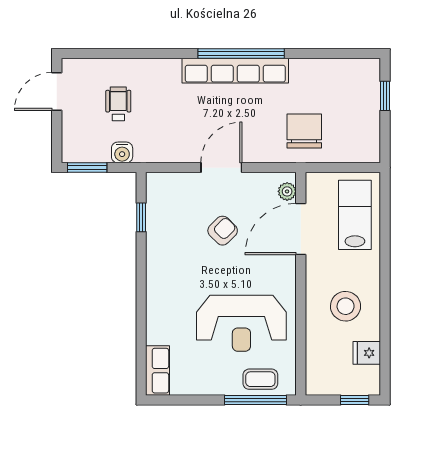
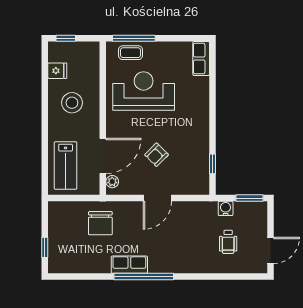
row of seats: (235, 71) -> (129, 265), width x0.50

